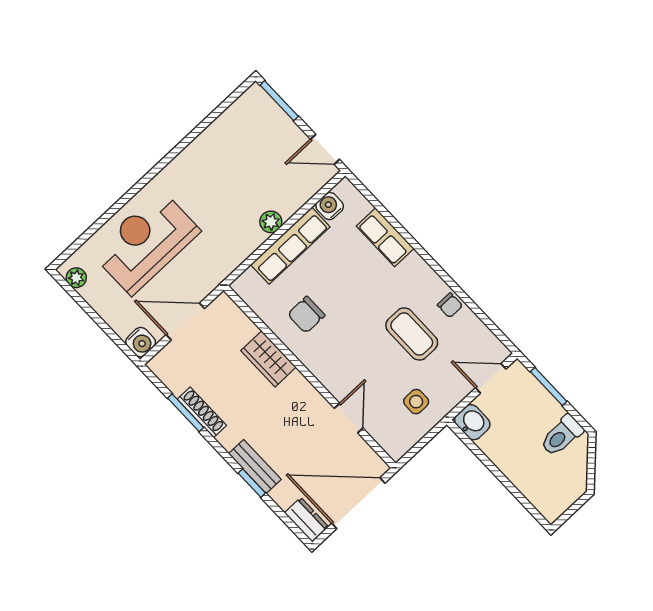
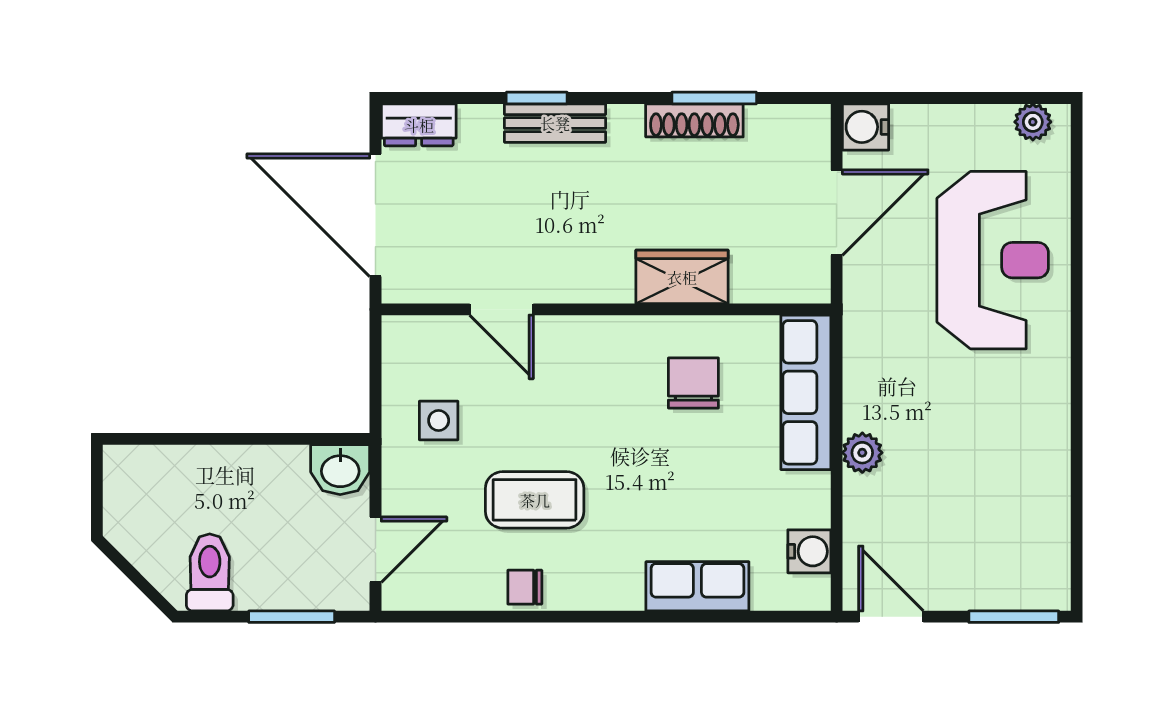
door: (325, 149) -> (891, 617), hinge flipped
row of seats: (290, 246) -> (806, 392), moved
door: (358, 503) -> (376, 215), swing flipped

